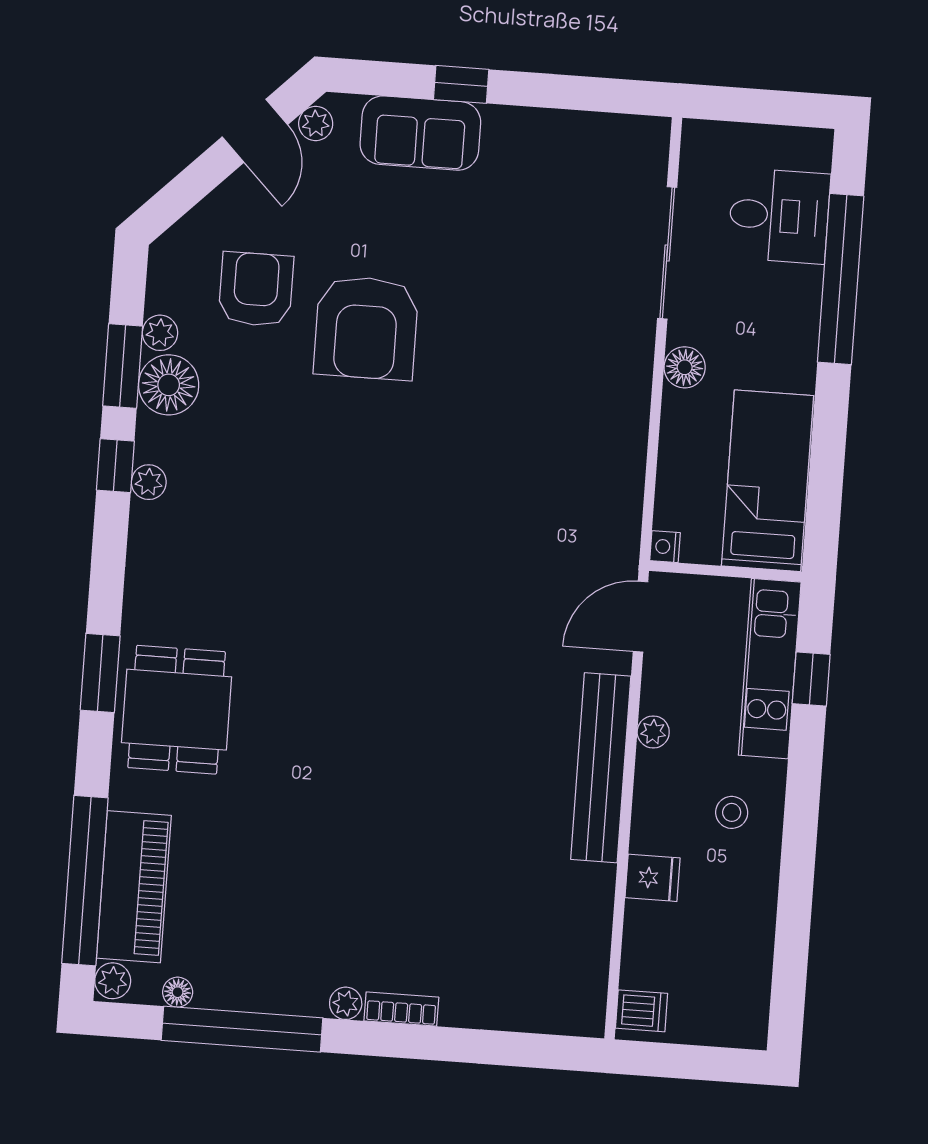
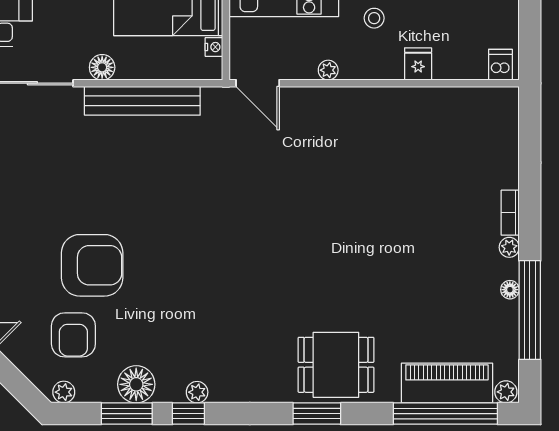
armchair: (256, 289) -> (73, 335), turned -90
plant: (160, 333) -> (64, 392), moved
nightstand: (665, 547) -> (214, 47), moved, turned -90
bench: (601, 768) -> (142, 101), moved
floor lamp: (178, 992) -> (510, 290), moved

